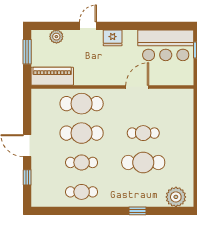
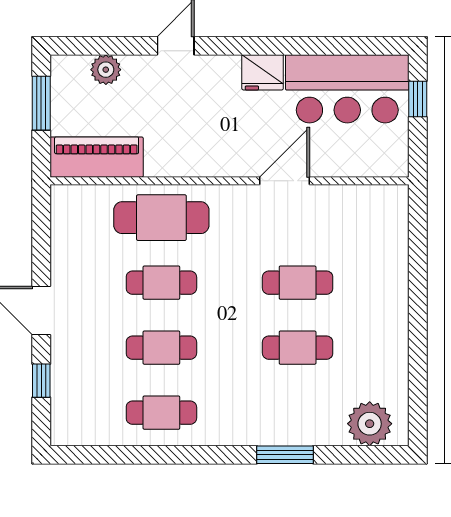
fridge: (113, 38) -> (263, 72), moved
cafe table: (82, 133) -> (161, 283), width x0.73, depth x0.74
cafe table: (143, 162) -> (298, 348), width x0.73, depth x0.74
window: (138, 211) -> (285, 455), width x1.50

